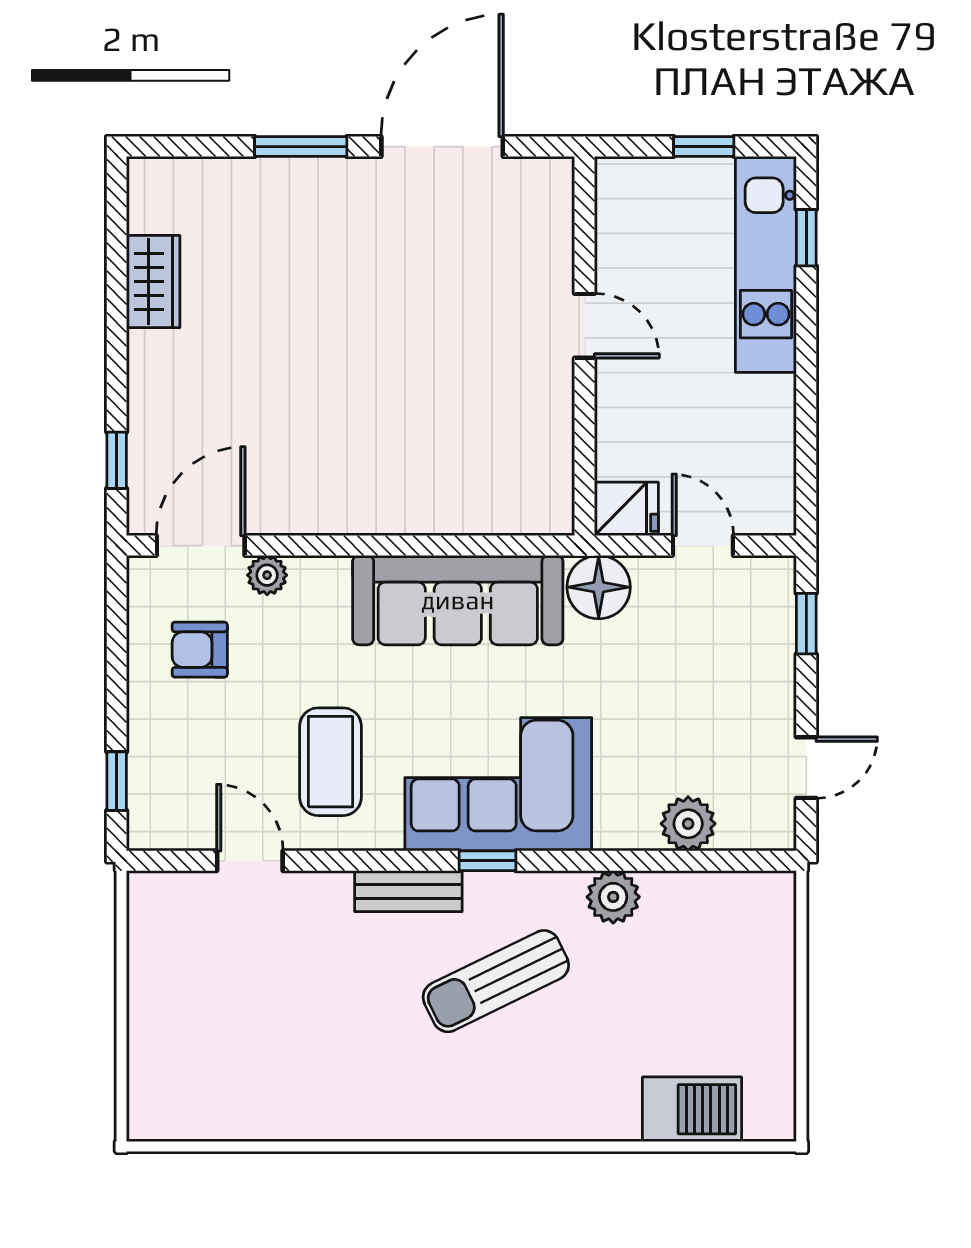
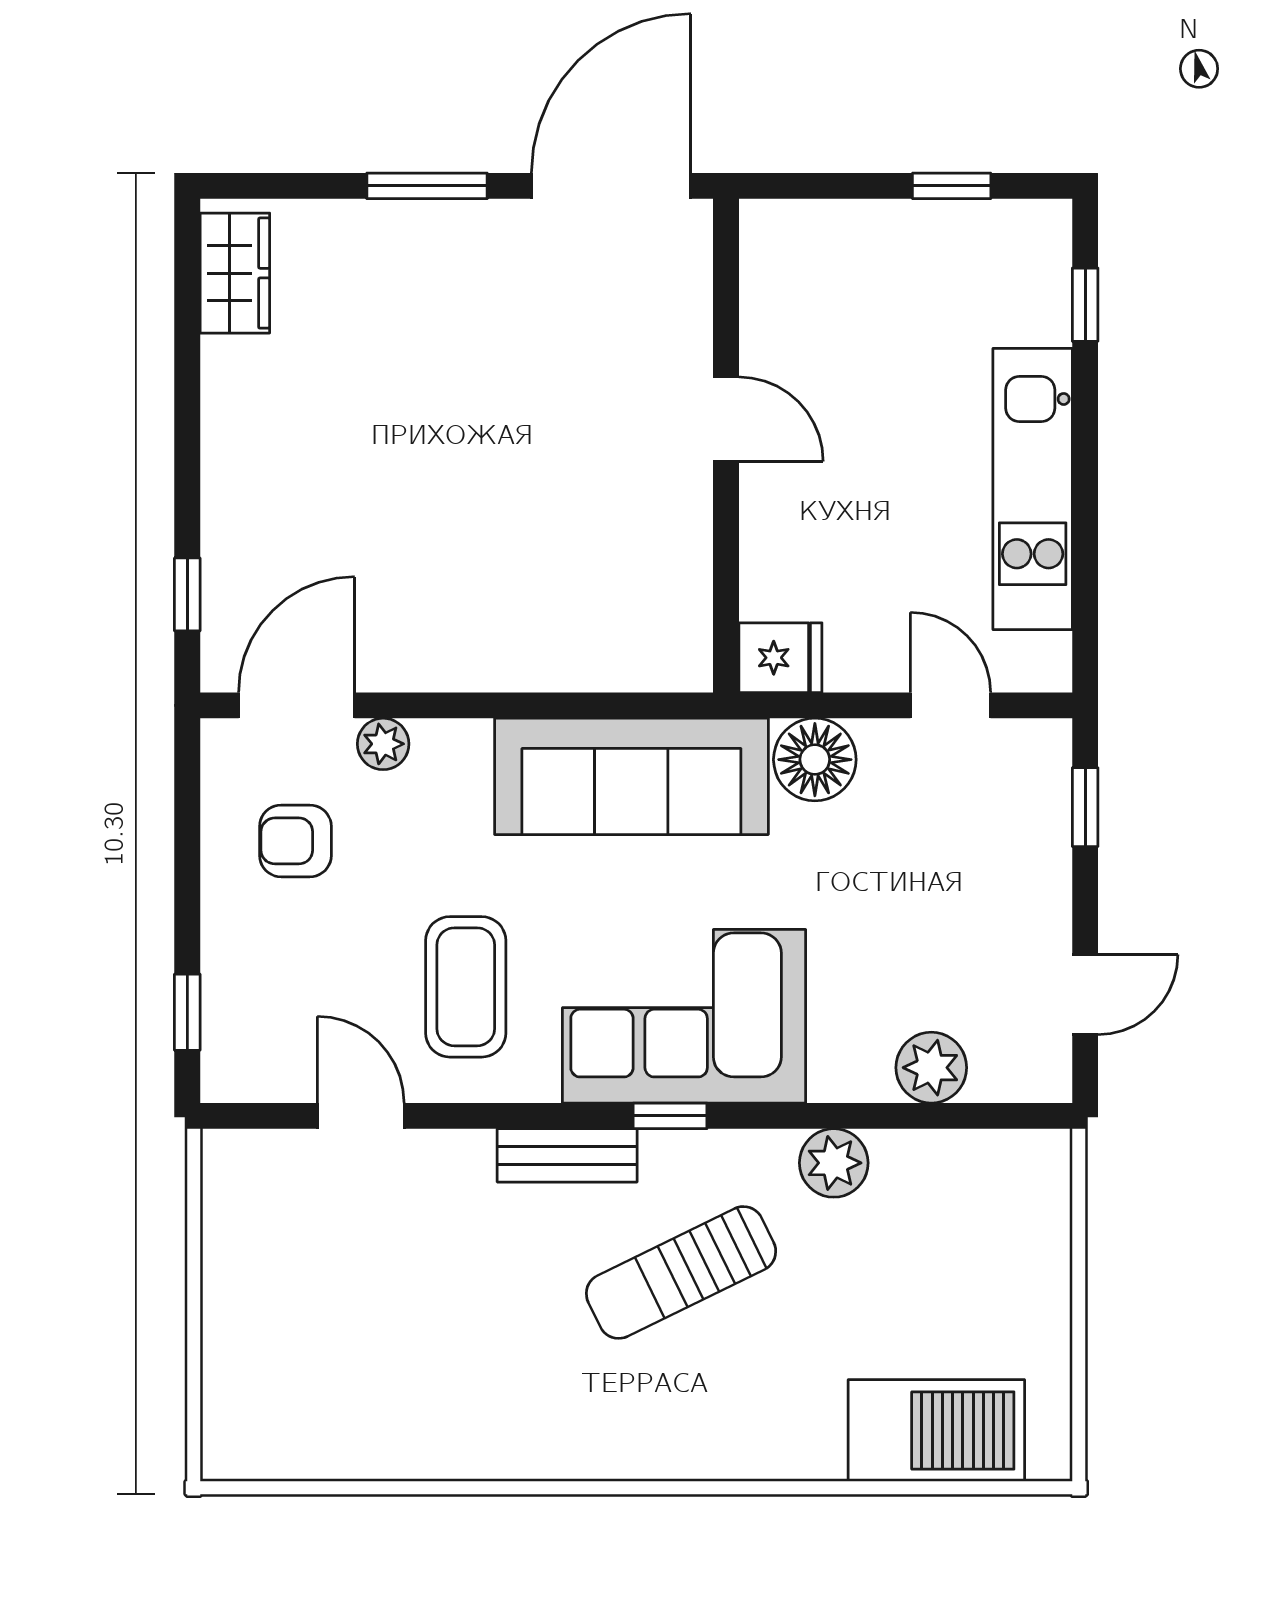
kitchen unit: (766, 264) -> (1033, 489), moved
wardrobe: (153, 282) -> (235, 273), moved
door: (585, 326) -> (726, 419), moved
wall: (585, 346) -> (726, 446), moved
fridge: (626, 509) -> (780, 658), moved
barbecue: (692, 1109) -> (936, 1430), width x1.37, depth x1.21

